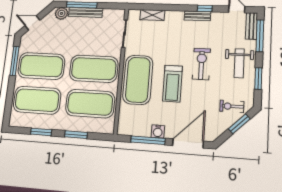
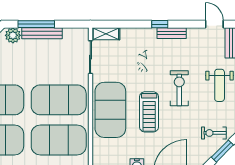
window: (205, 8) -> (160, 24), moved
shelving: (152, 15) -> (106, 34), moved

